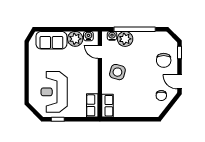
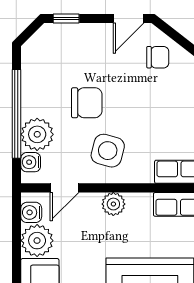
chair: (164, 60) -> (87, 103), moved
plant: (92, 75) -> (113, 204), added

